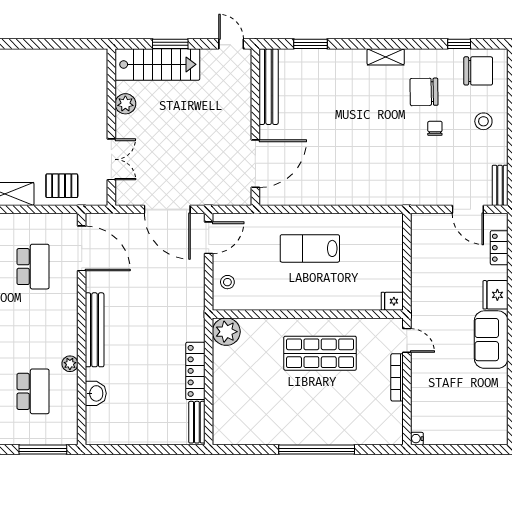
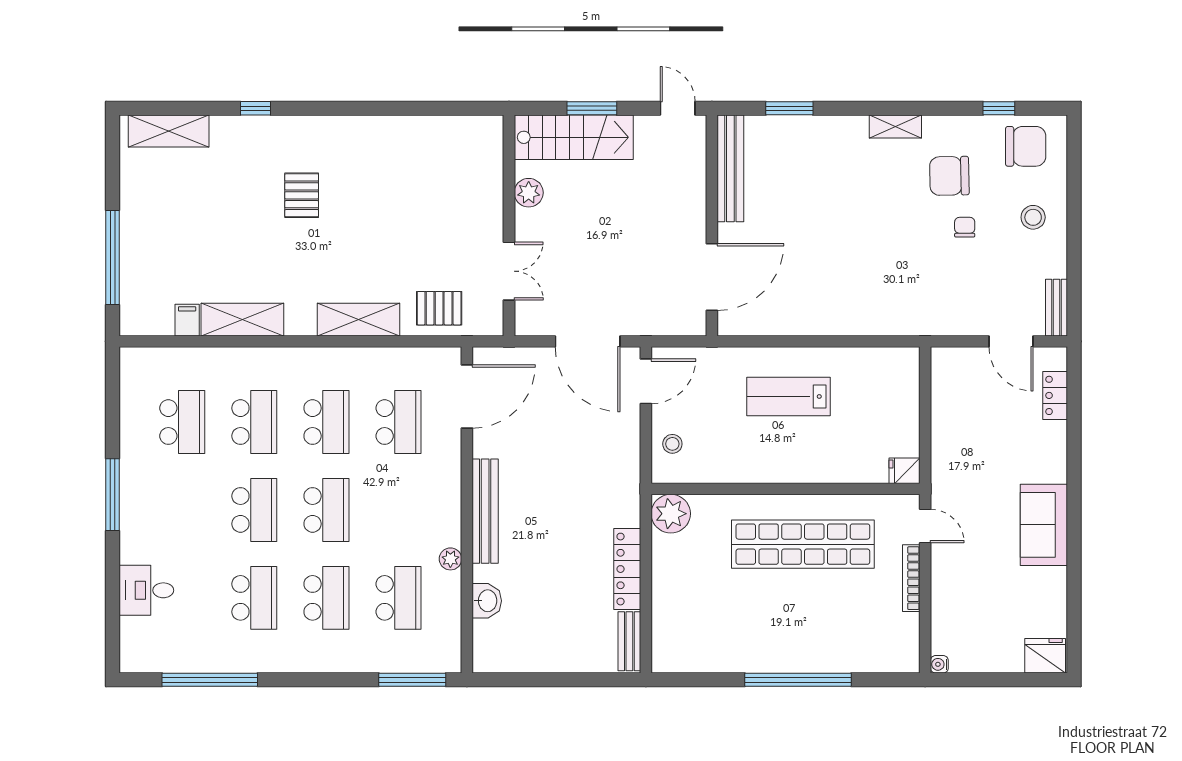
door: (82, 248) -> (467, 396), hinge flipped
fridge: (495, 295) -> (1045, 656), moved, turned 90
shop shelf: (320, 353) -> (803, 544), width x1.40

